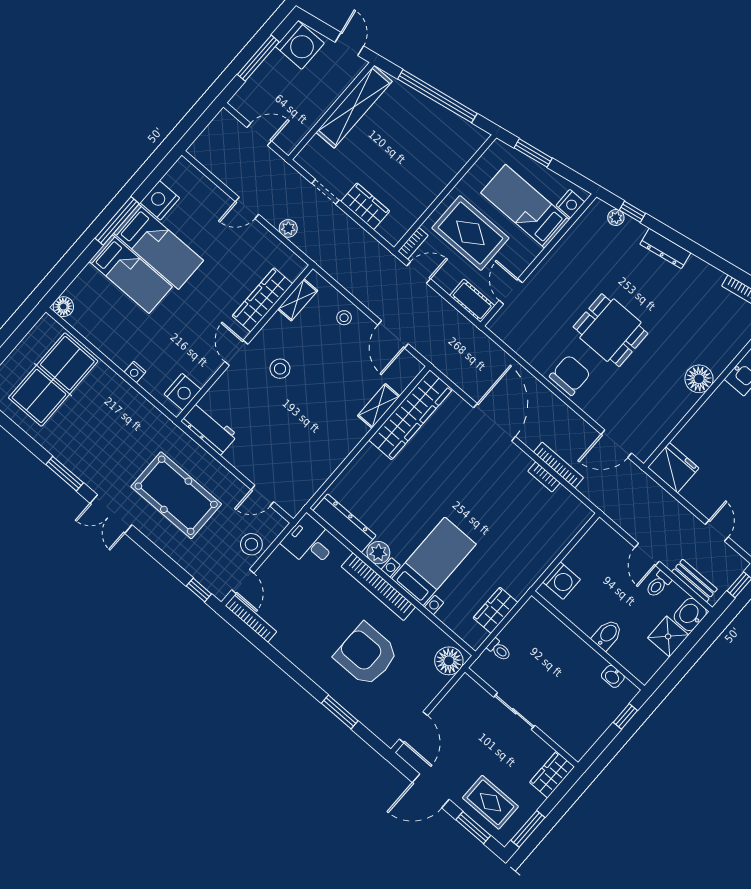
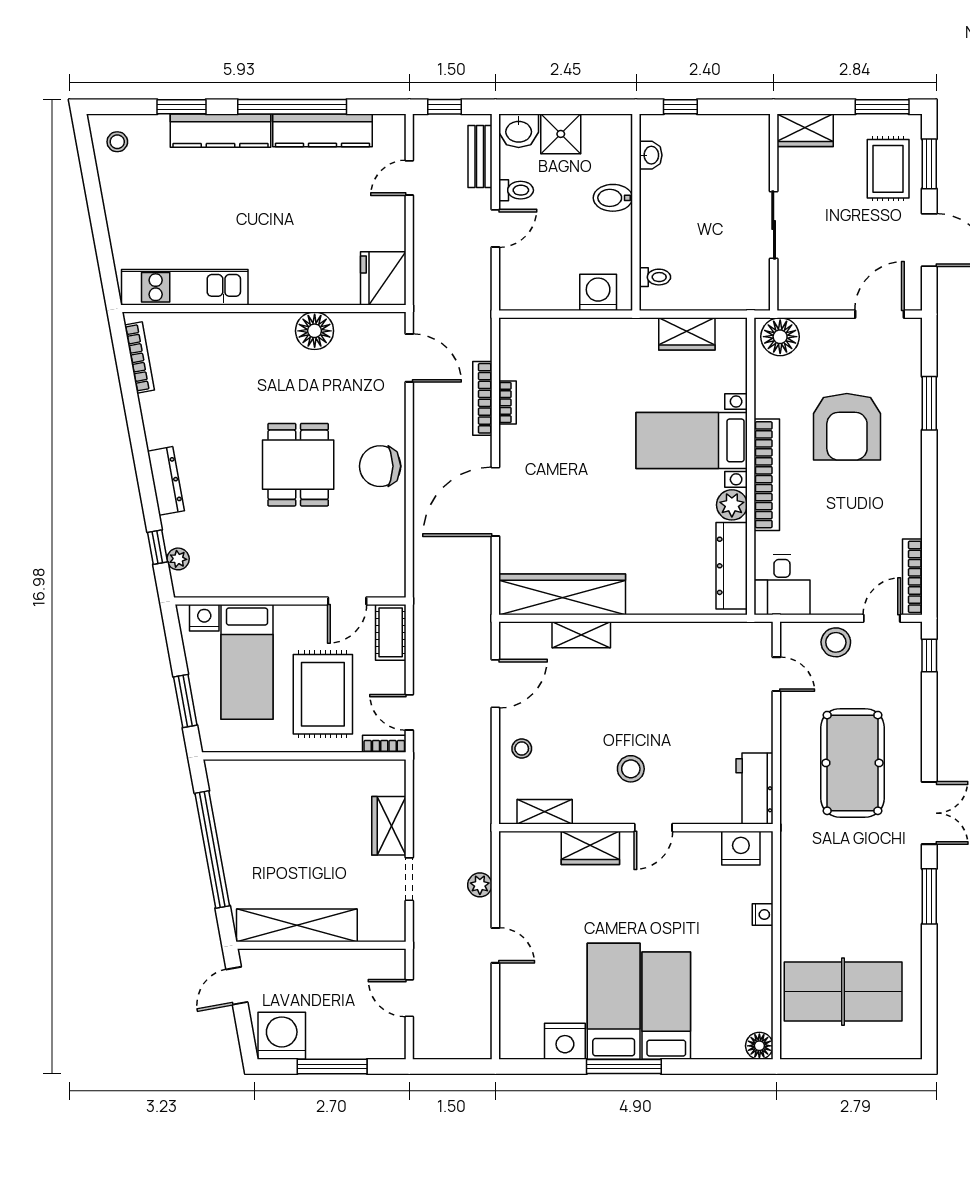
wardrobe: (262, 300) -> (590, 848), width x0.67
floor lamp: (699, 379) -> (315, 331), moved
toilet: (499, 650) -> (655, 277), moved, turned 90

